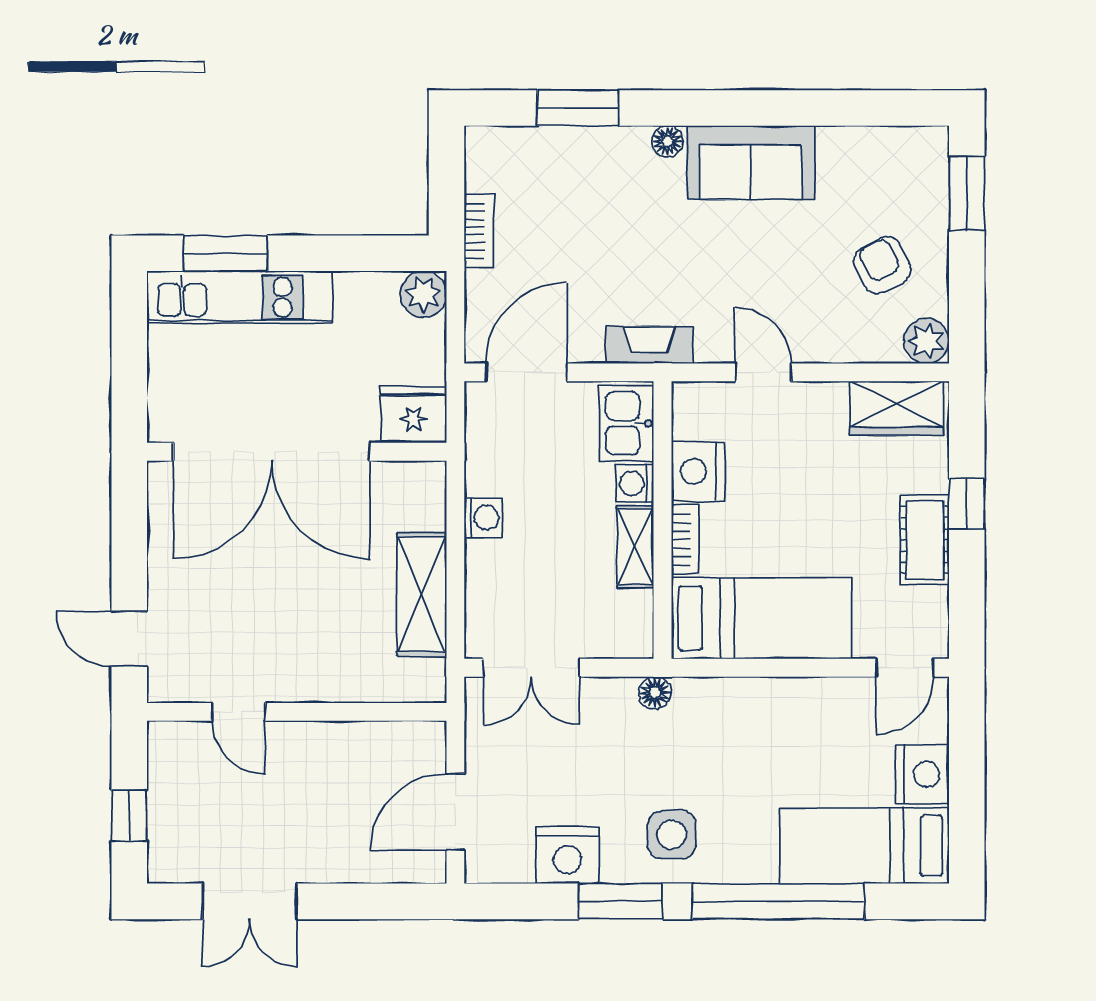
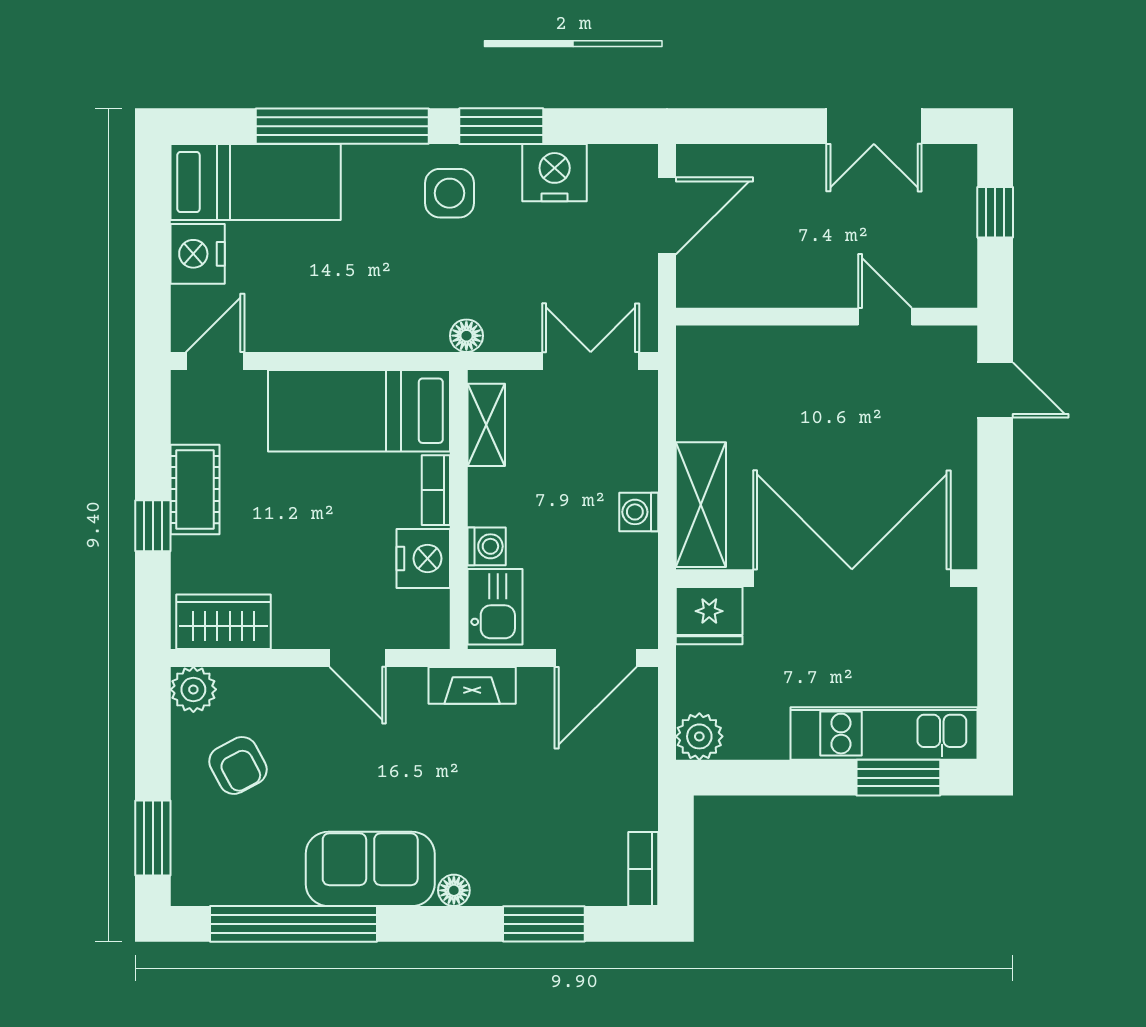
window: (827, 108) -> (293, 924), added
bookcase: (479, 231) -> (643, 869), moved
shelving: (635, 547) -> (486, 425), moved
shelving: (422, 595) -> (701, 505), moved
double door: (250, 901) -> (874, 126), swing flipped

